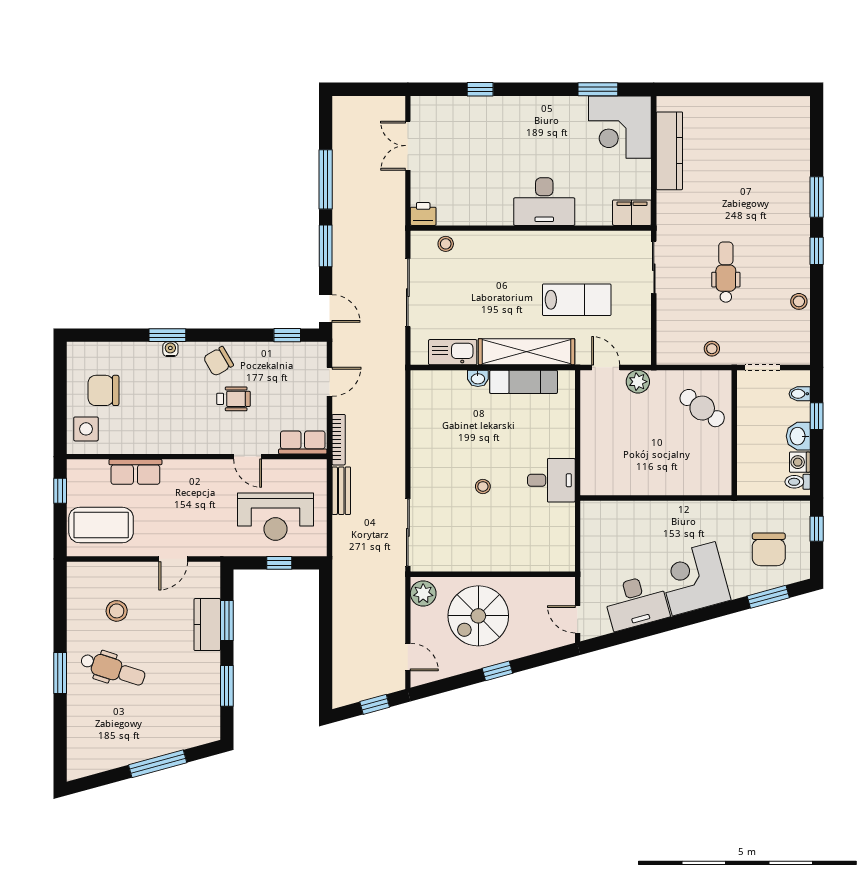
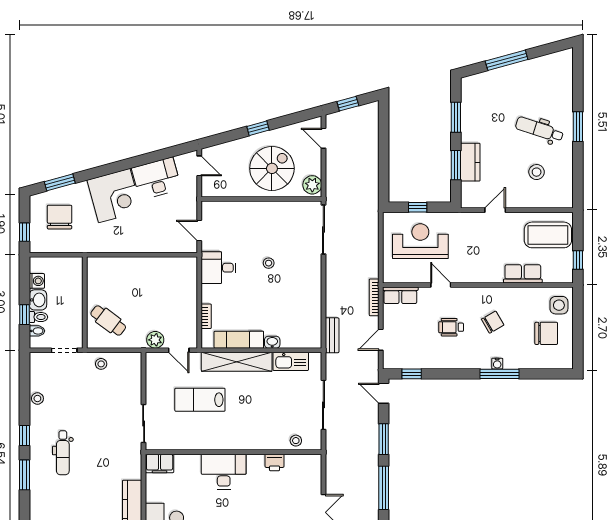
printer: (423, 214) -> (274, 462), moved
dental chair: (726, 272) -> (63, 453), moved
window: (167, 335) -> (499, 374), width x1.44
chair: (218, 361) -> (493, 322), moved
bookcase: (568, 414) -> (206, 316), added
toilet: (798, 482) -> (38, 317), moved
bench: (341, 491) -> (332, 335), moved
door: (578, 531) -> (199, 231), added

